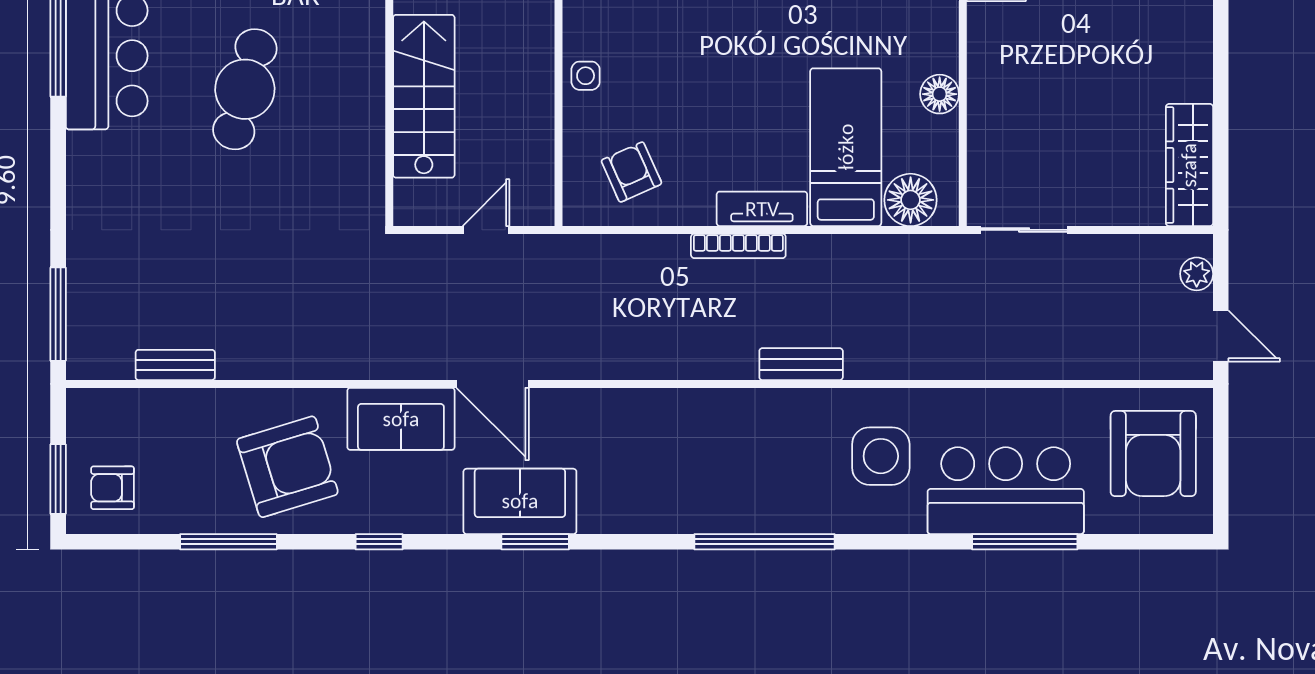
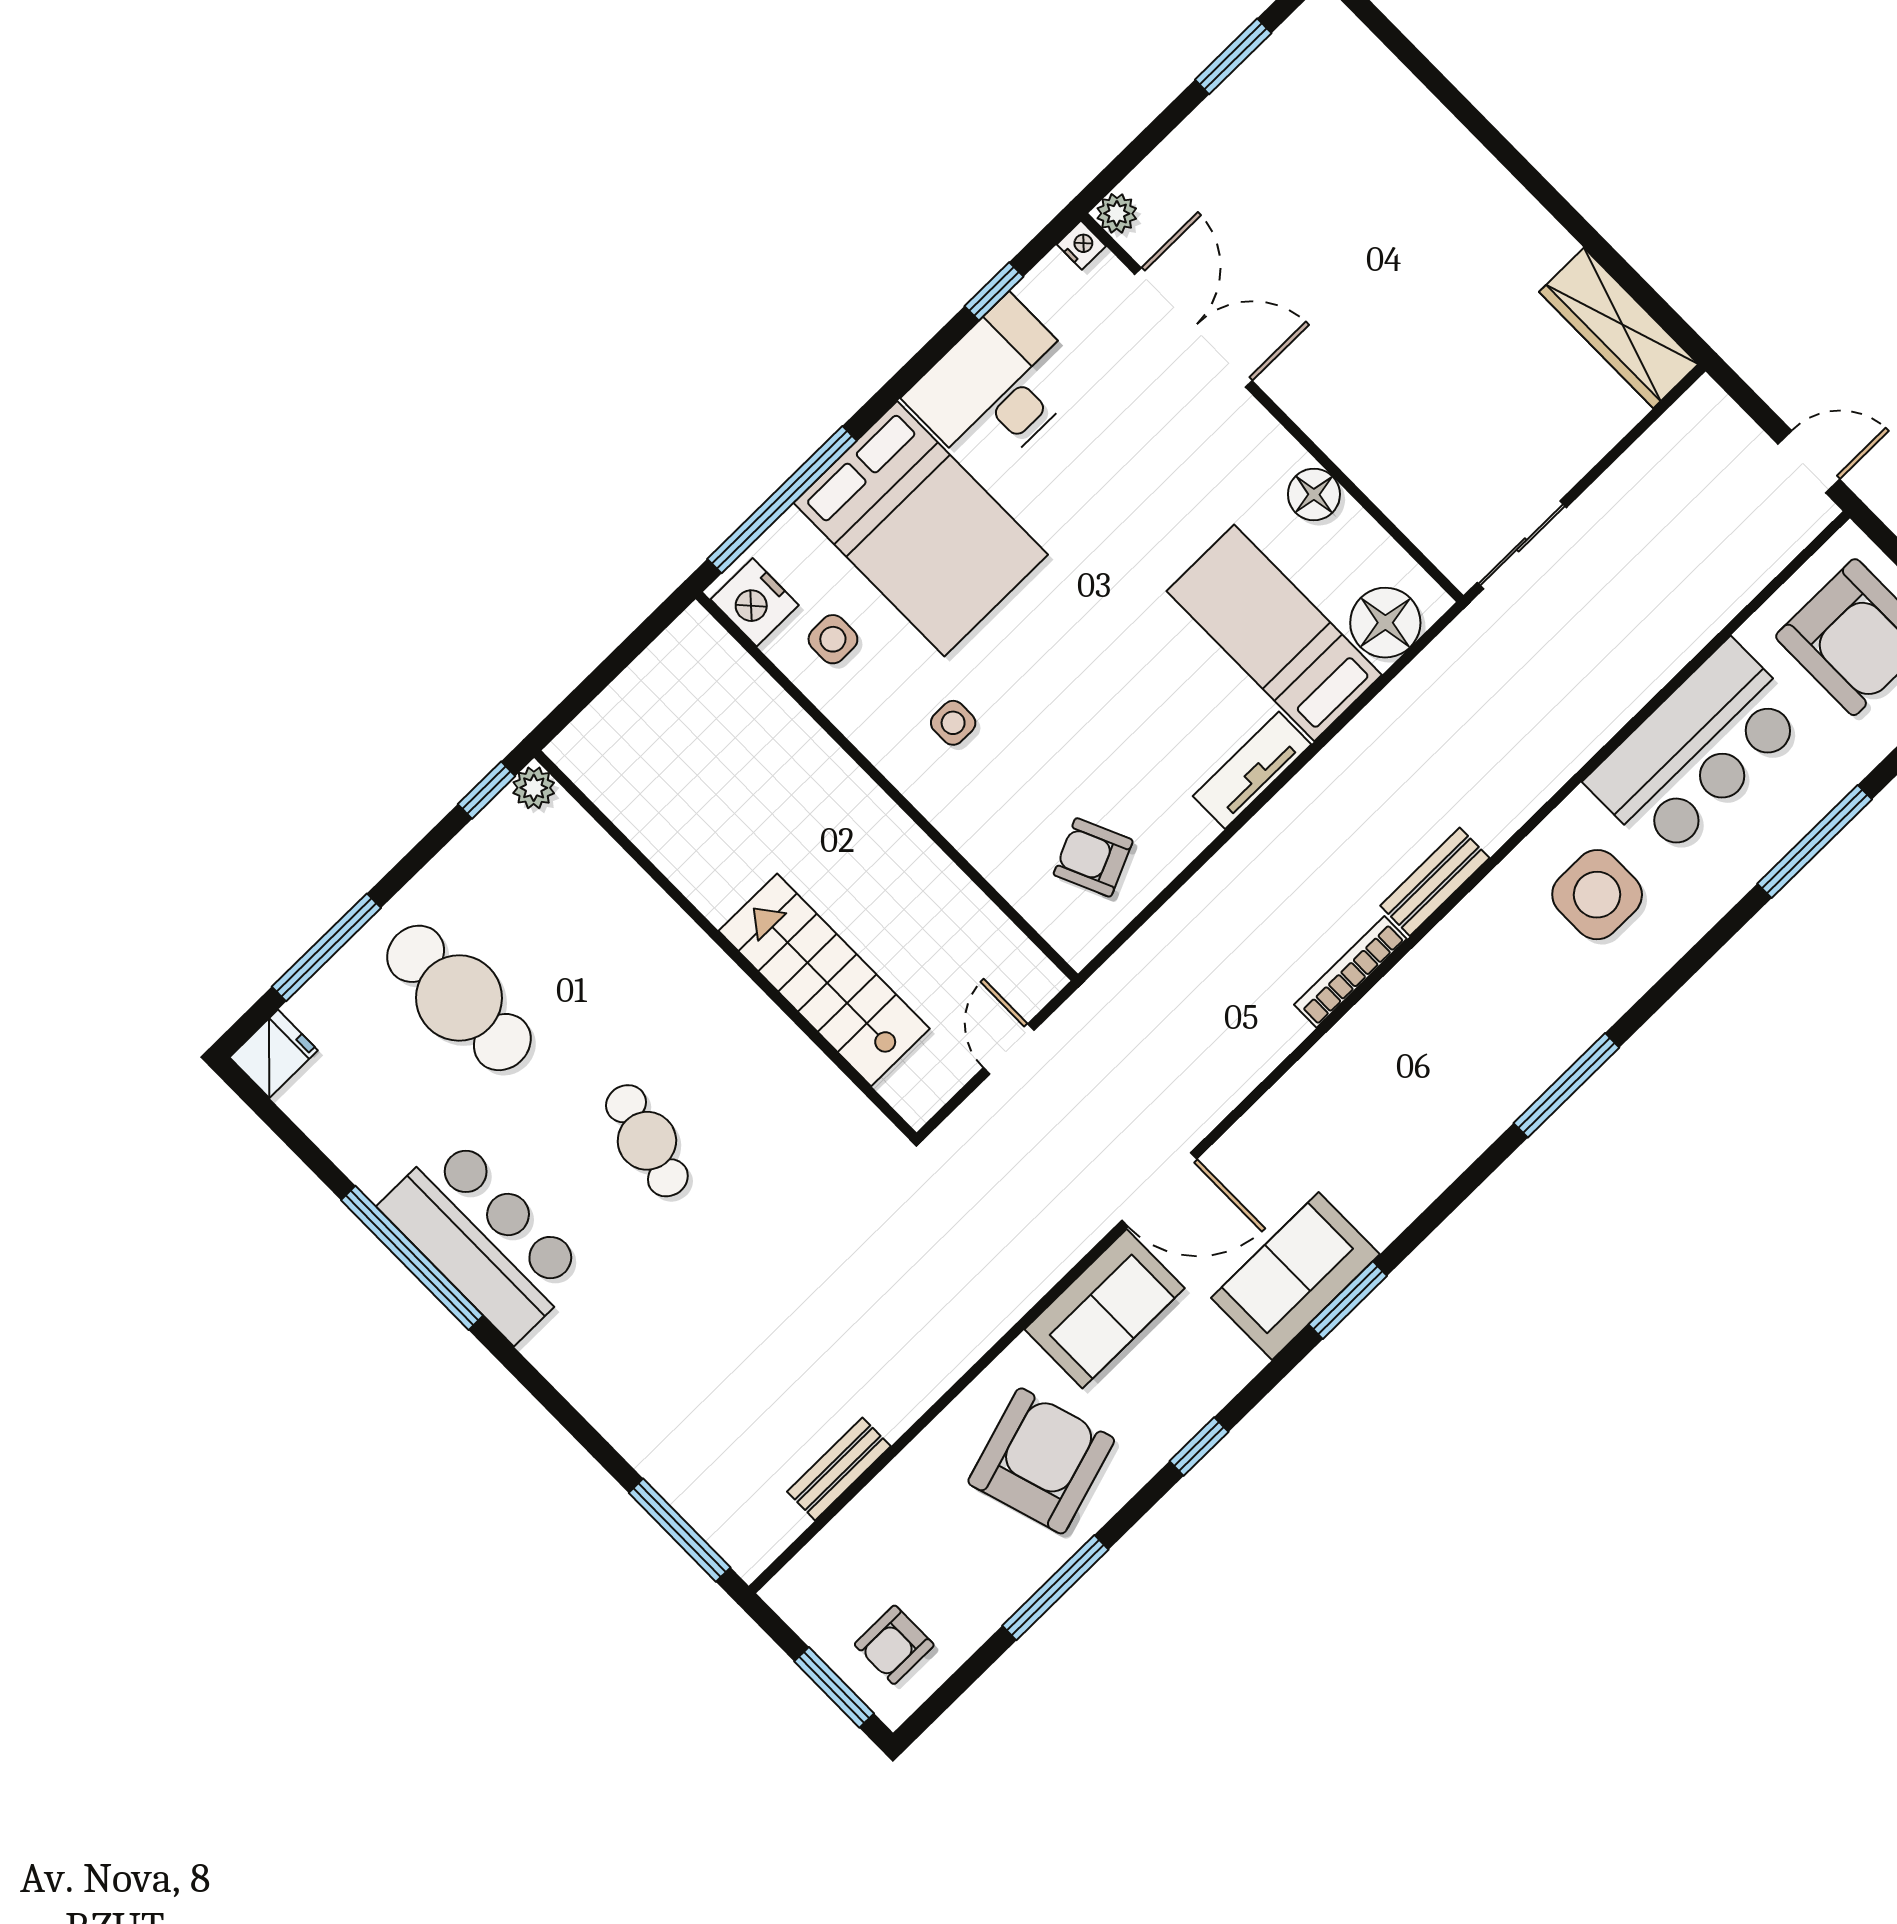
side table: (586, 76) -> (953, 723), moved
cafe table: (245, 89) -> (647, 1141), width x0.73, depth x0.74
bookcase: (738, 246) -> (1350, 972), moved, turned 180
plant: (1197, 274) -> (1727, 425), removed
bar counter: (1006, 491) -> (1697, 750), moved, turned 180
window: (765, 542) -> (1566, 1085), width x0.68

